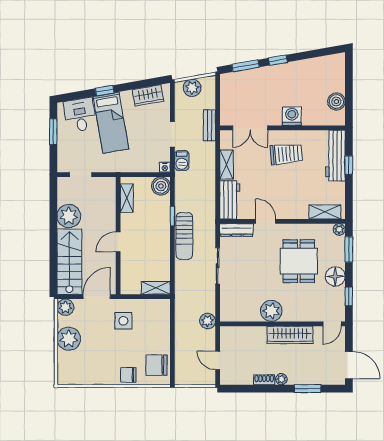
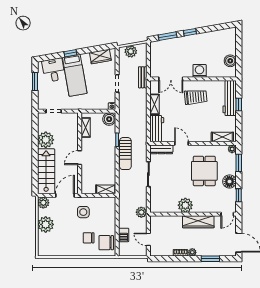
barbecue: (182, 160) -> (124, 235), moved
chair: (128, 375) -> (89, 238), moved

